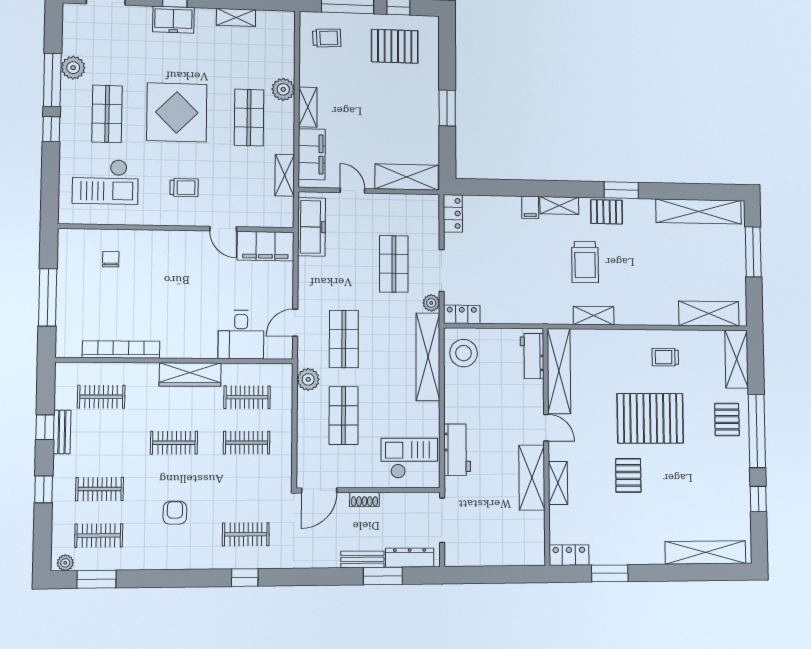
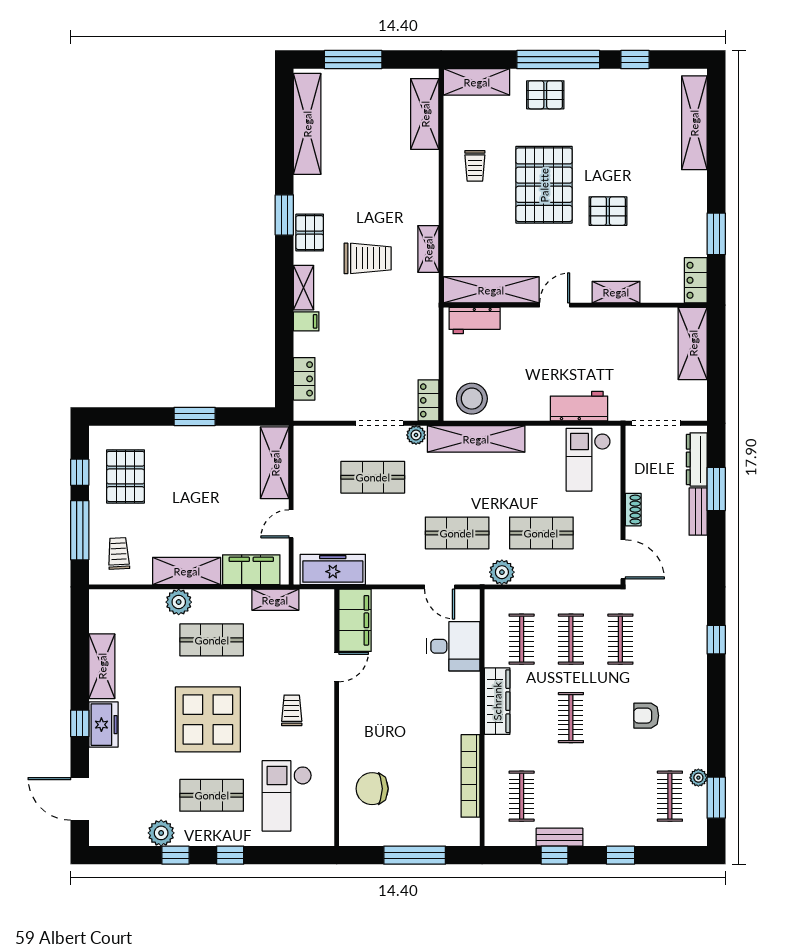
shelving: (236, 17) -> (102, 666), width x1.50, depth x1.33
window: (52, 80) -> (175, 855), width x0.46
shelving: (308, 107) -> (187, 571), width x1.50, depth x1.33
checkout: (105, 182) -> (287, 796), turned 180
locker: (453, 213) -> (304, 379), moved, turned 90
chair: (111, 259) -> (372, 789), width x1.87, depth x1.87
shelving: (532, 478) -> (693, 343), moved, turned 90
clothes rail: (100, 489) -> (620, 796), removed
clothes rail: (246, 534) -> (620, 639), moved
plant: (65, 563) -> (698, 778), moved

